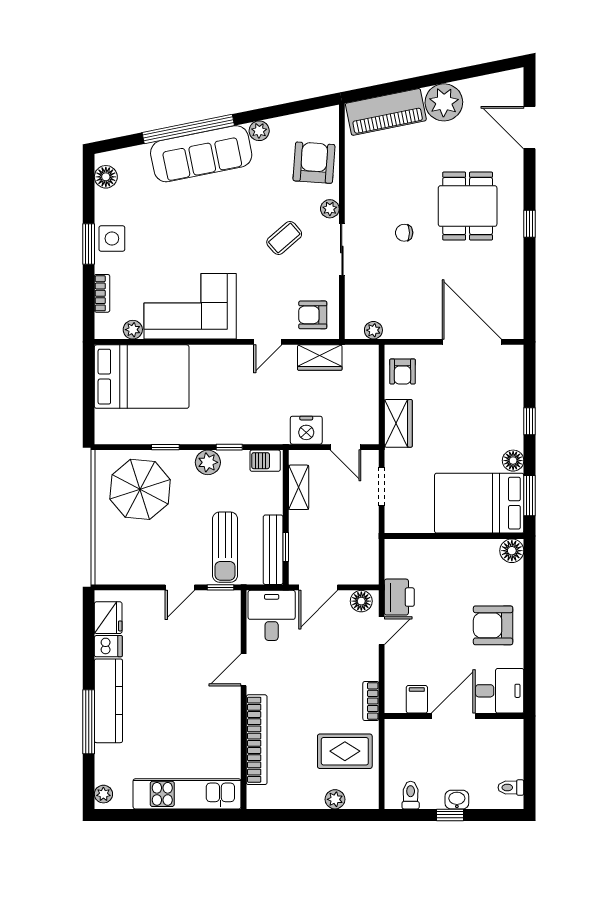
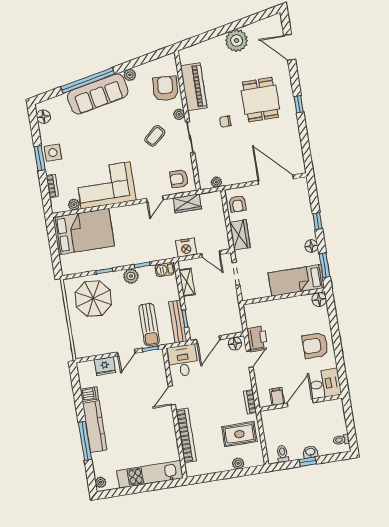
piano: (386, 112) -> (194, 87), moved, turned -79
bed: (479, 503) -> (296, 280), width x0.67
fridge: (108, 618) -> (105, 366), moved, turned 90

